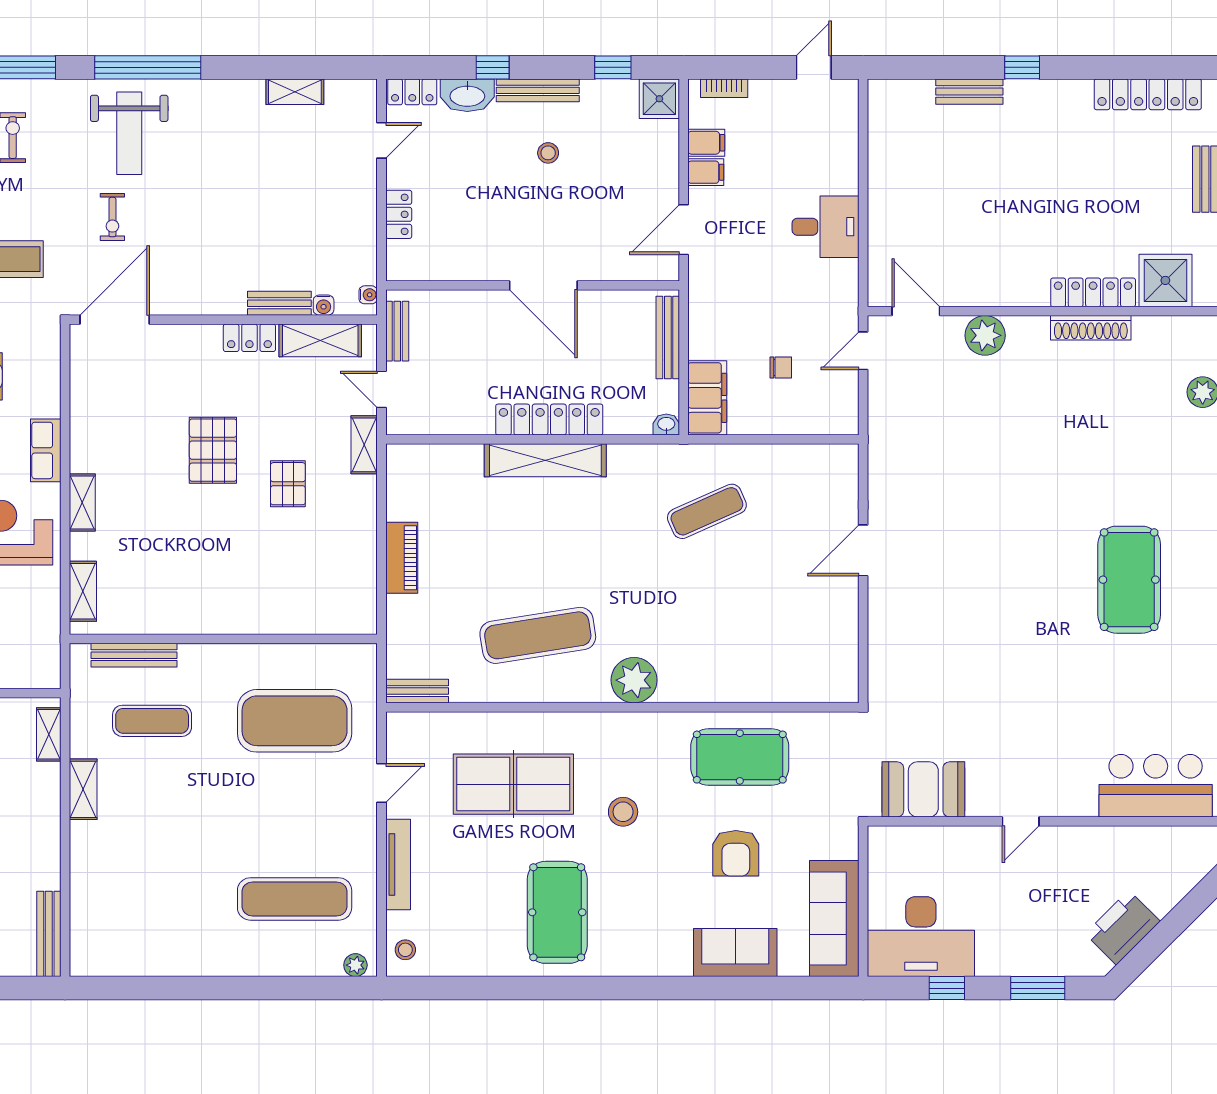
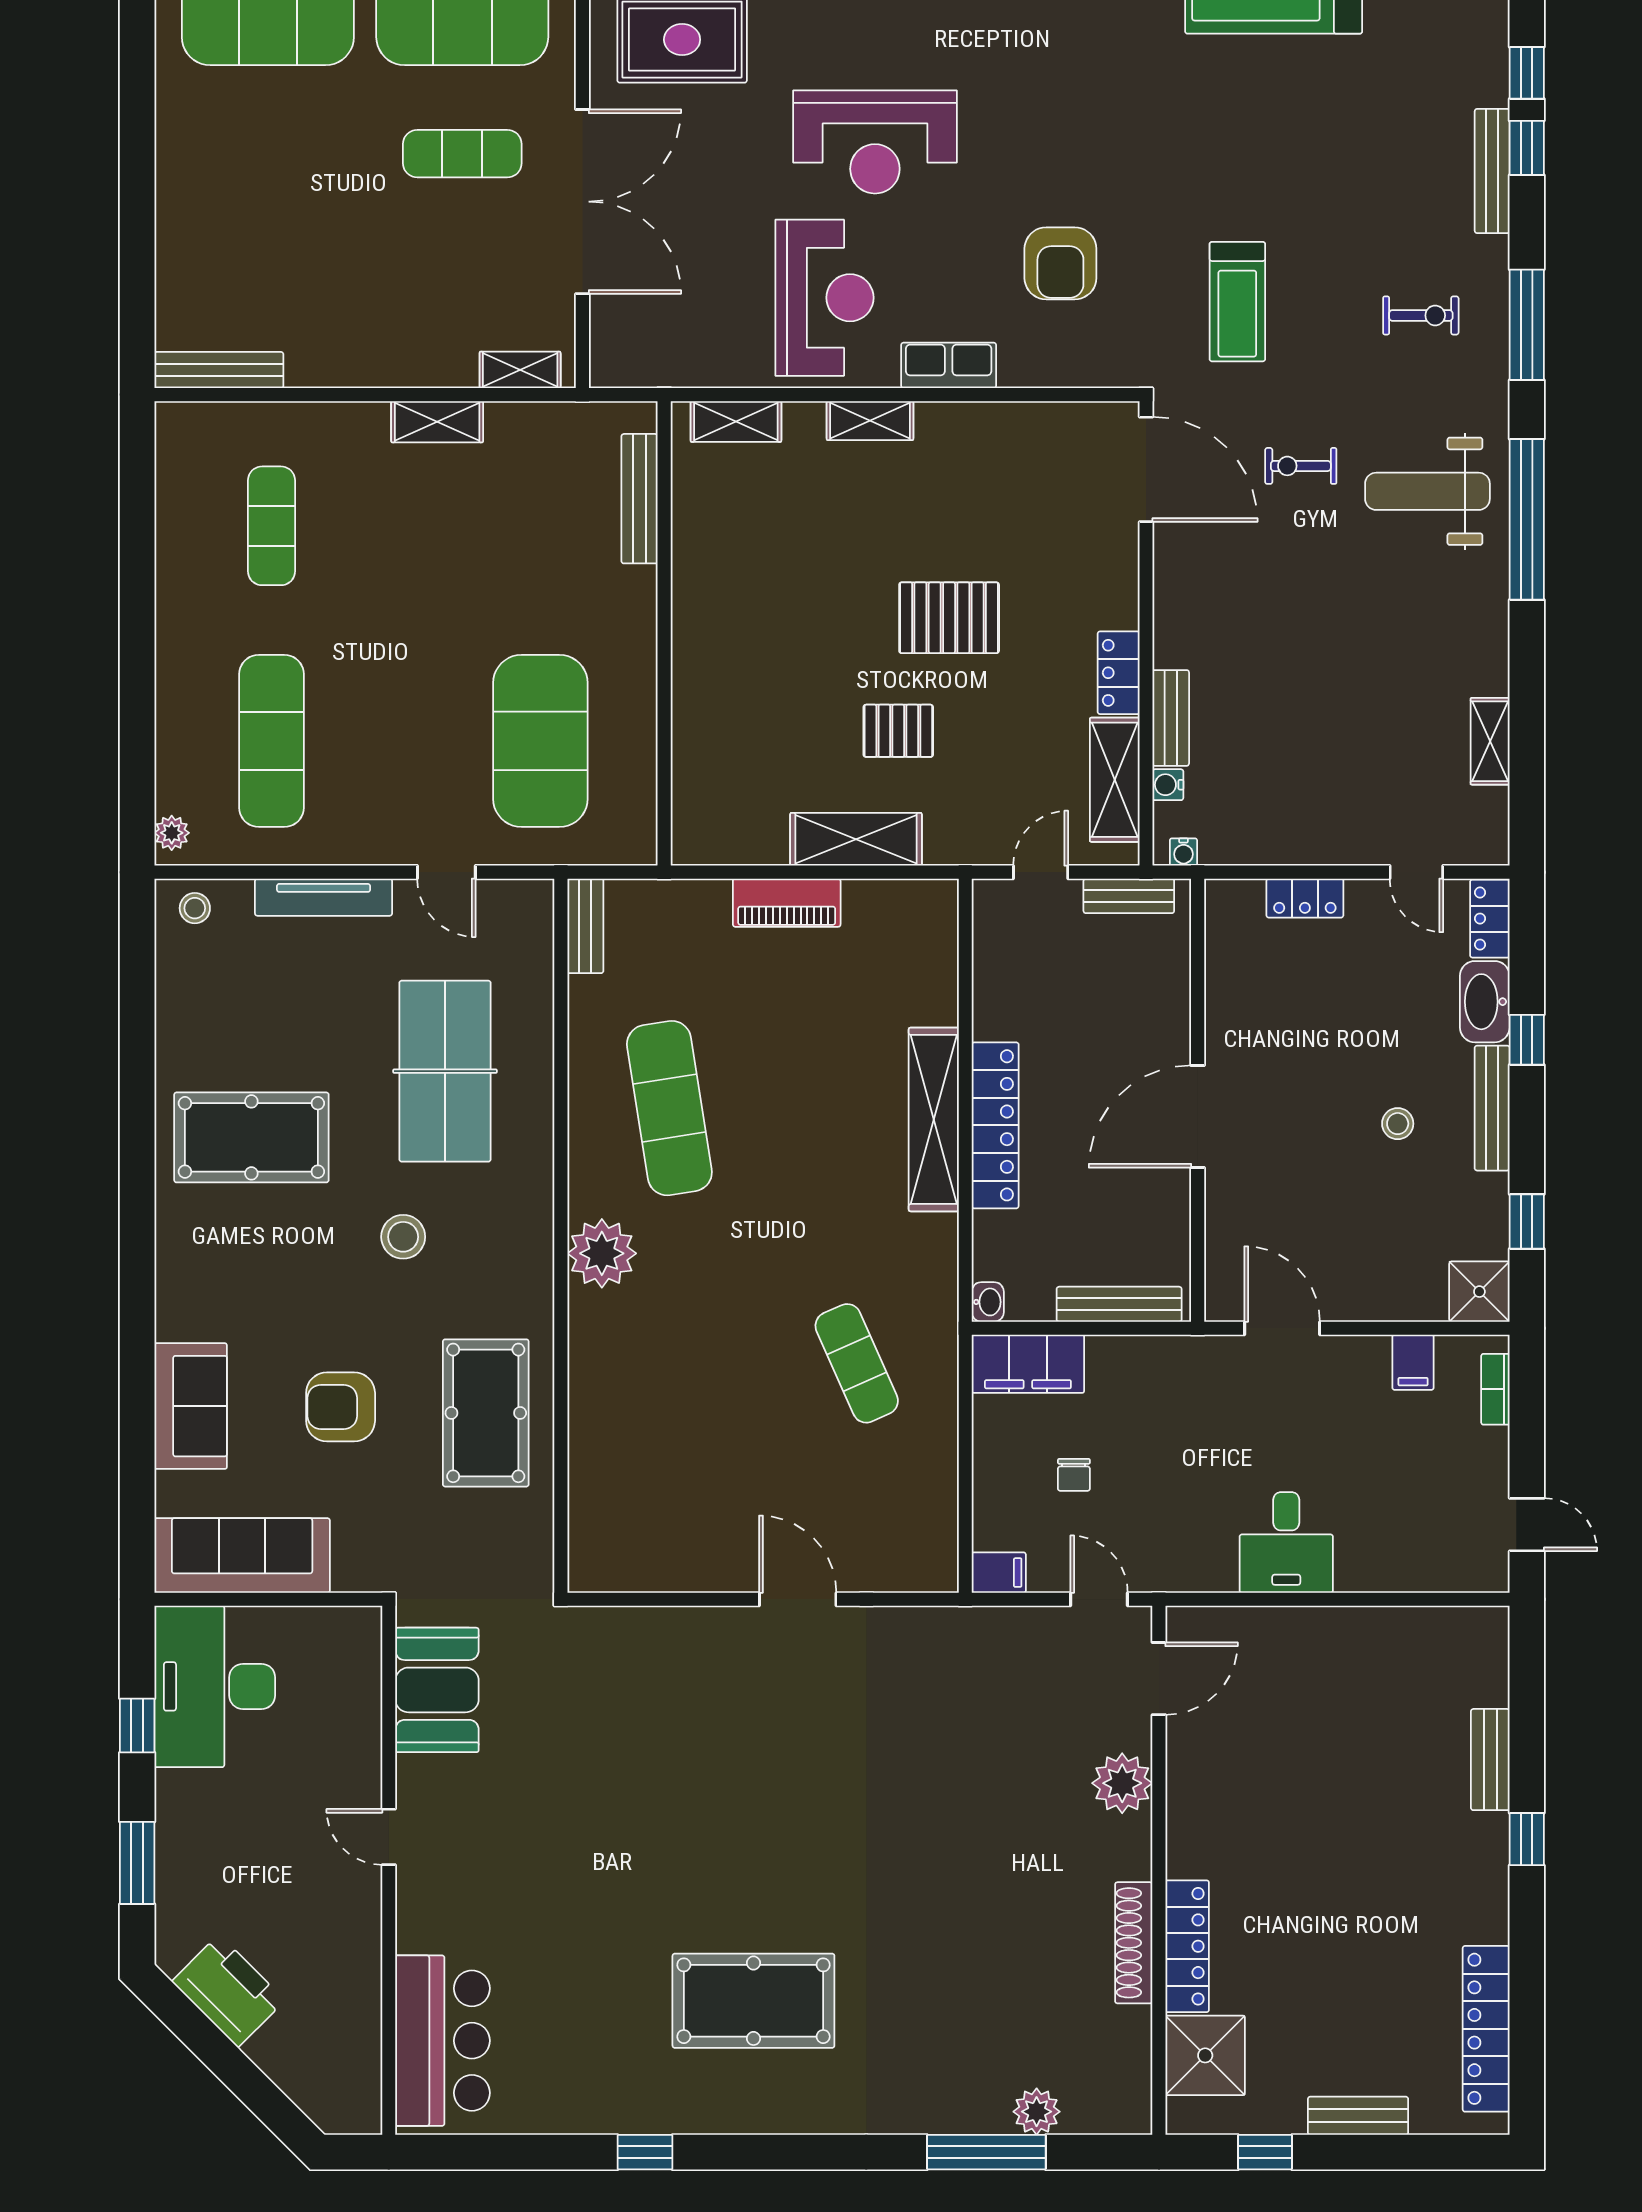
filing cabinet: (706, 172) -> (999, 1573), moved, turned -90
shelving: (364, 445) -> (856, 839), moved, width x1.50, depth x1.33
exercise mat: (152, 721) -> (271, 526), moved

